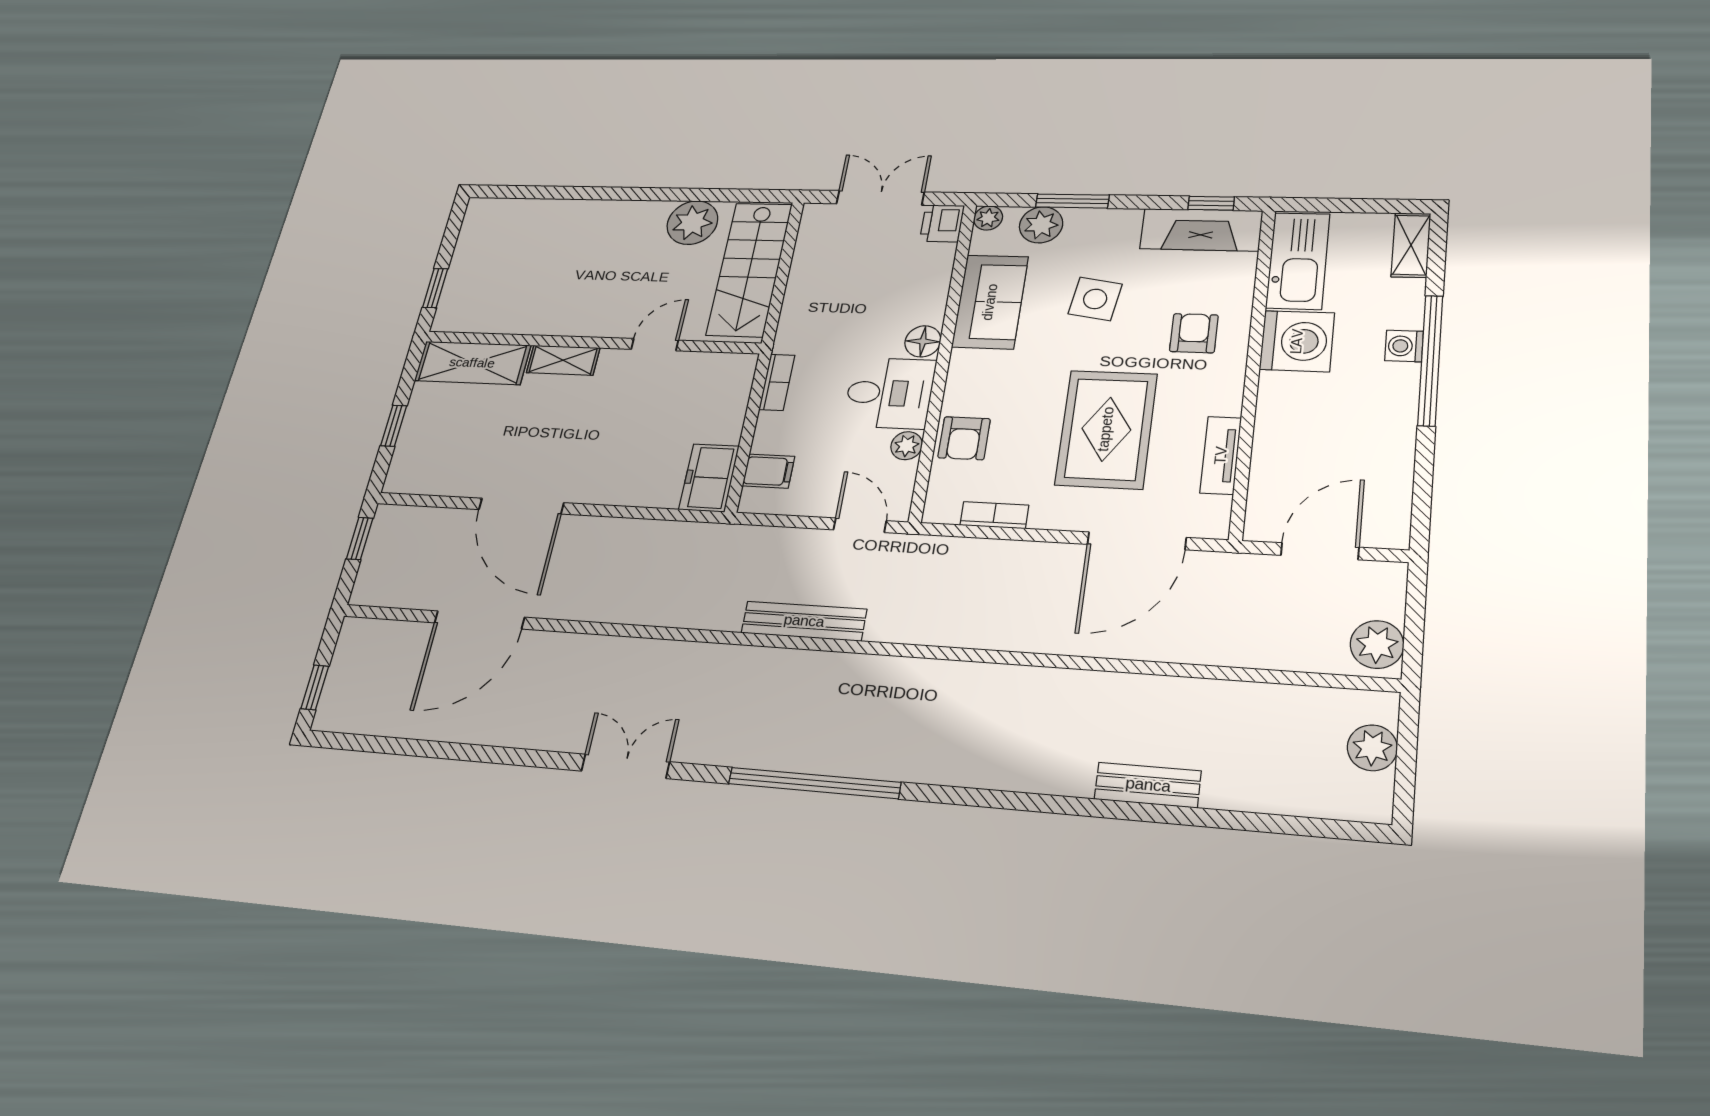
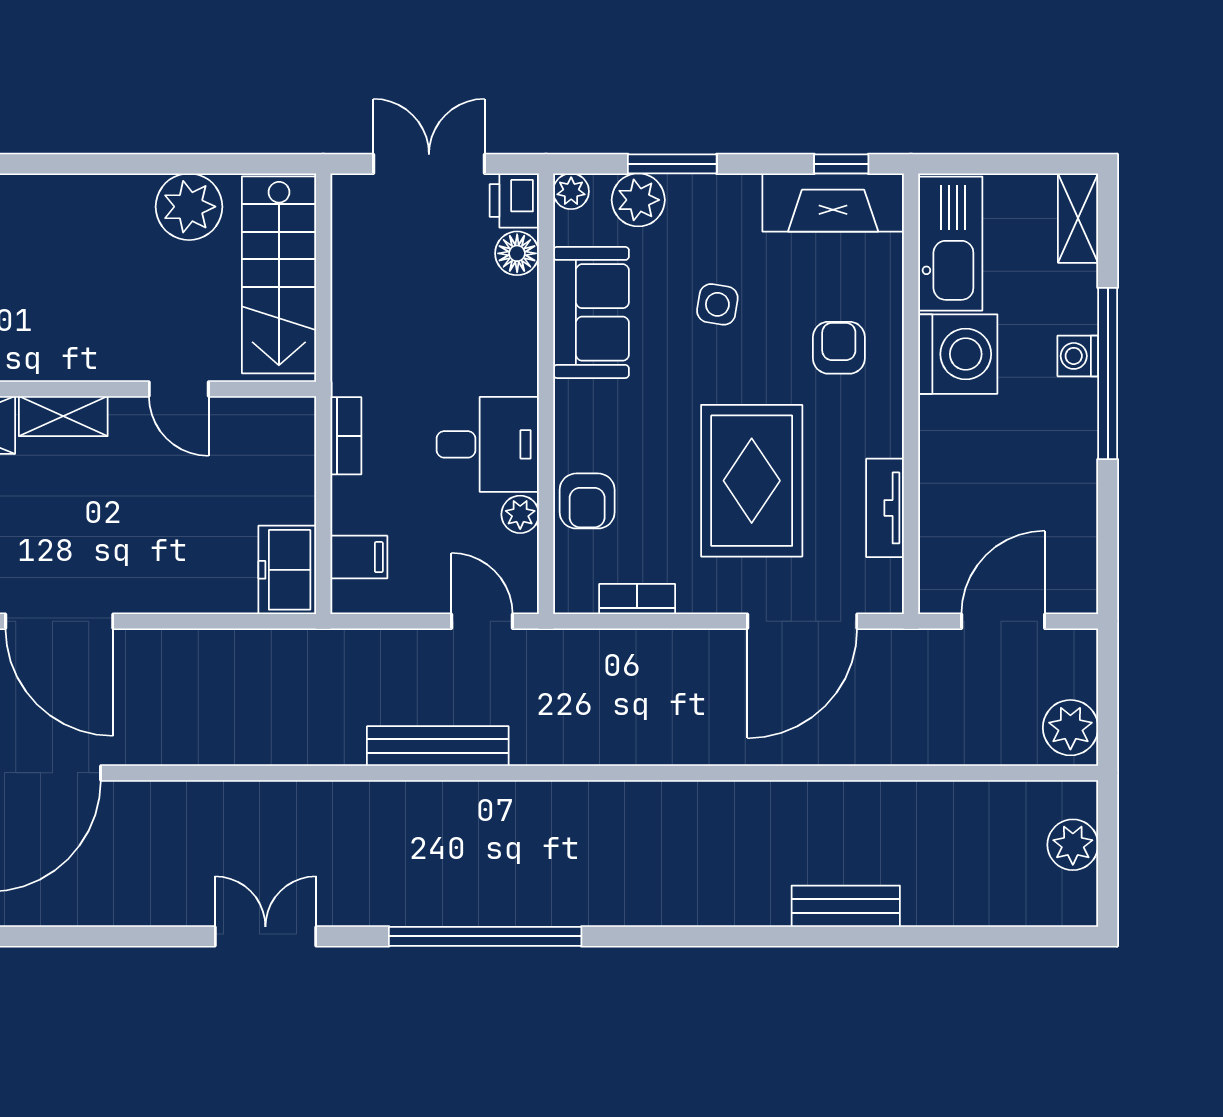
side table: (1095, 299) -> (717, 304), width x0.73, depth x0.73
floor lamp: (923, 341) -> (517, 253), moved
door: (655, 345) -> (179, 389), swing flipped

